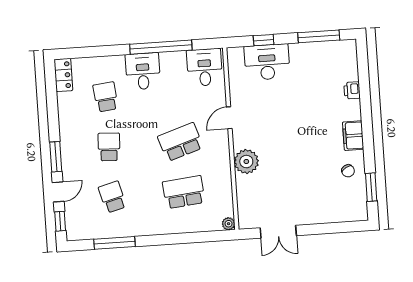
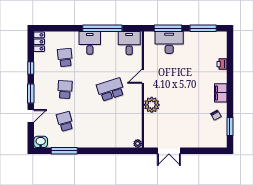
window: (264, 40) -> (168, 28), width x2.17
school desk: (184, 192) -> (111, 122), removed
window: (60, 221) -> (31, 68), moved
washbasin: (76, 232) -> (41, 142), added

